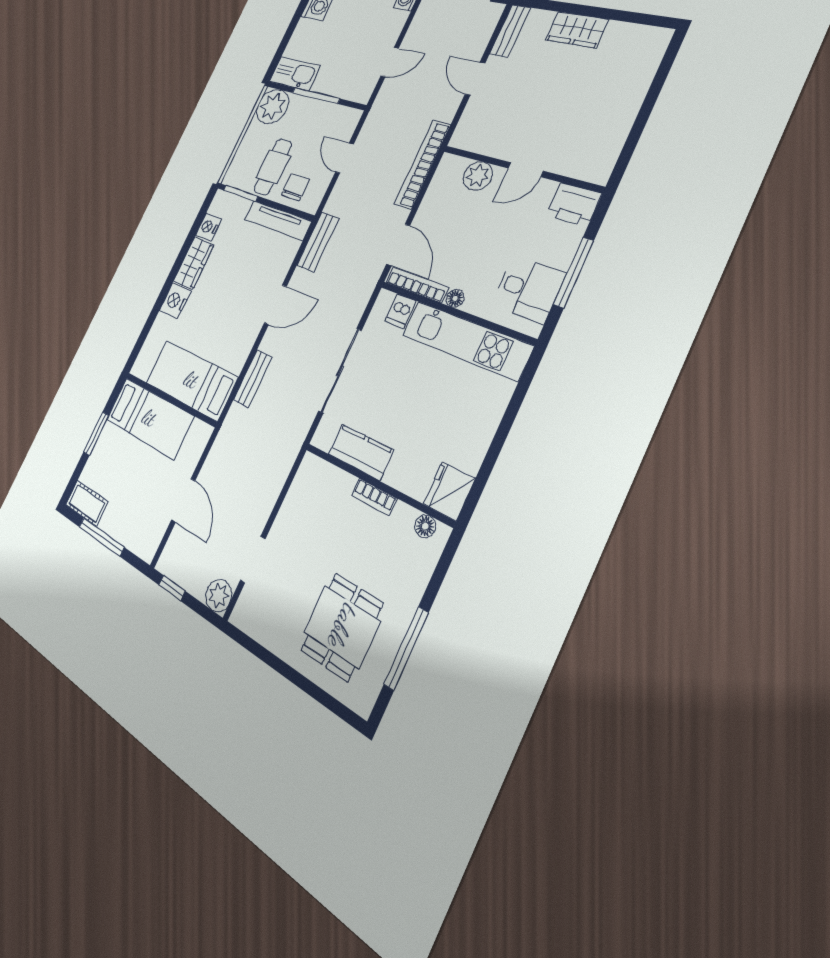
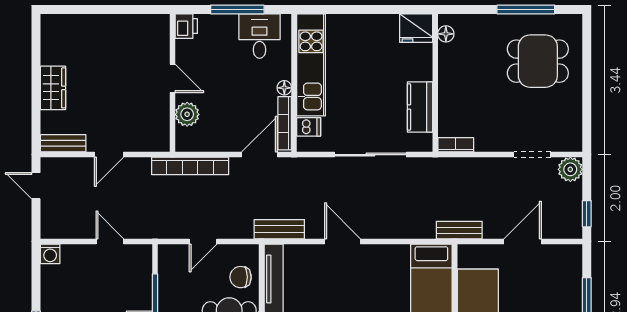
printer: (574, 205) -> (186, 26), width x0.73, depth x0.81
bench: (253, 379) -> (459, 230), moved
bookcase: (374, 497) -> (456, 145), moved, turned -90

